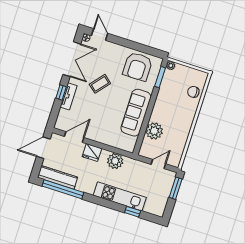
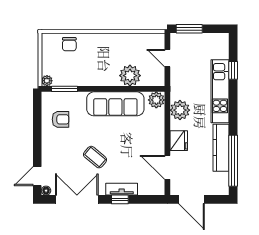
armchair: (138, 67) -> (61, 119), width x0.53, depth x0.53
plant: (129, 145) -> (156, 100), added
kitchen counter: (58, 177) -> (221, 148), moved

